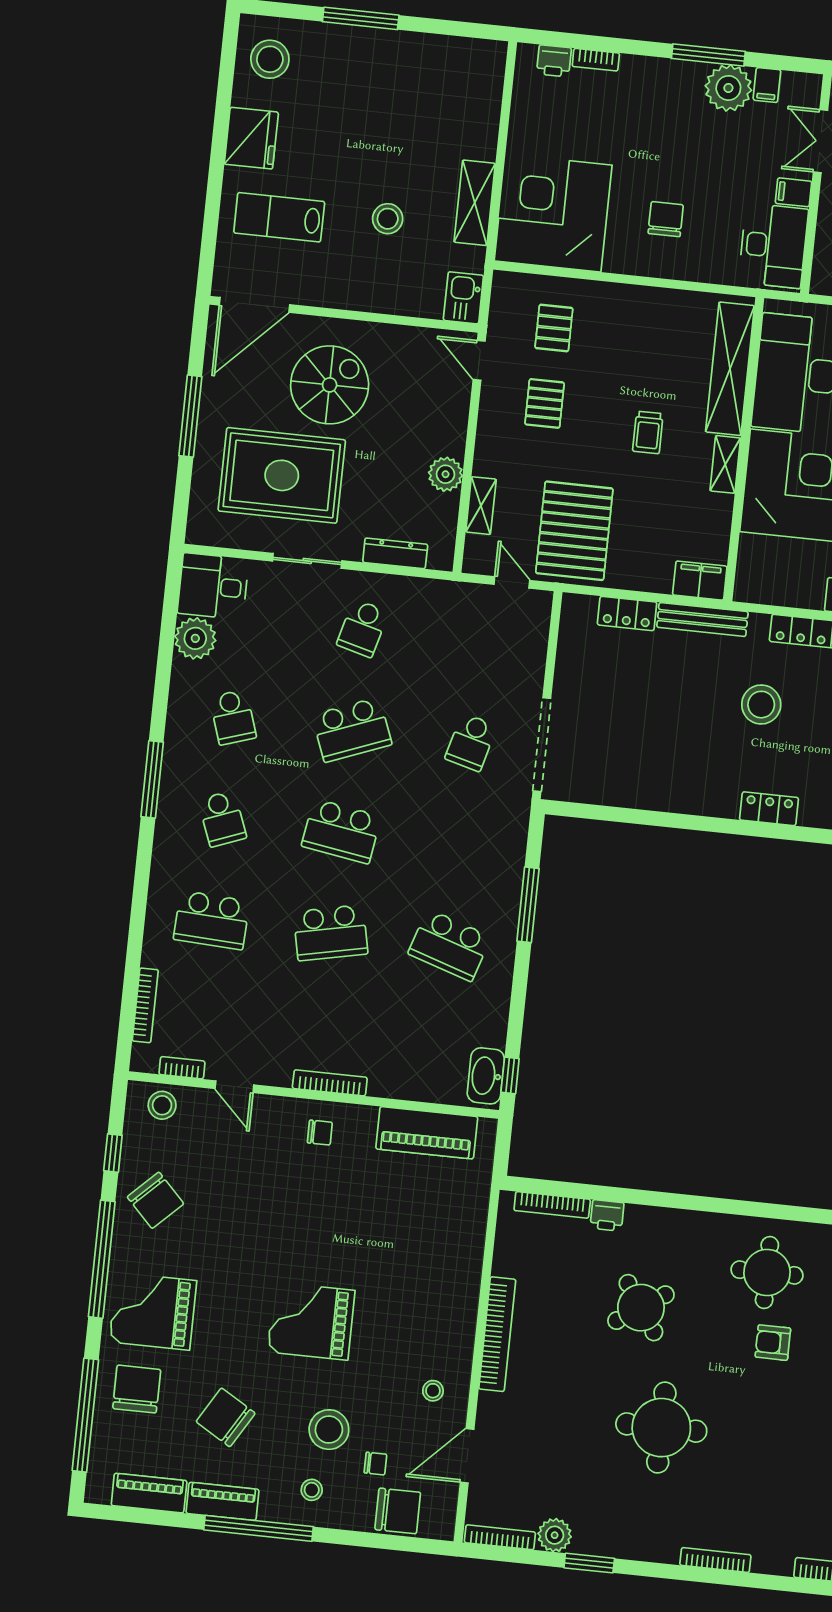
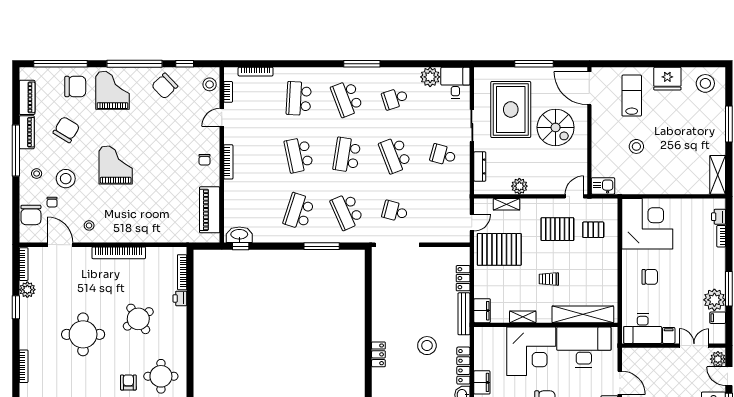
shelving: (475, 203) -> (718, 175), moved, turned 90
pallet: (545, 403) -> (557, 229), width x1.50, depth x1.42
shelving: (725, 464) -> (523, 317), moved
school desk: (222, 819) -> (347, 99), width x1.85
school desk: (460, 844) -> (347, 211), added

